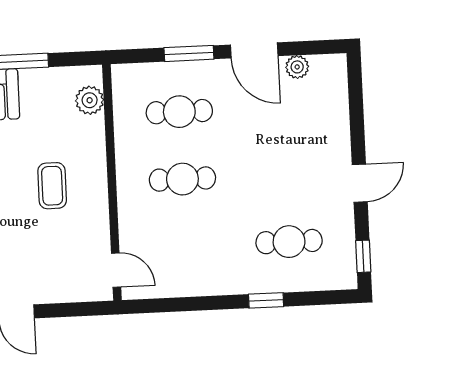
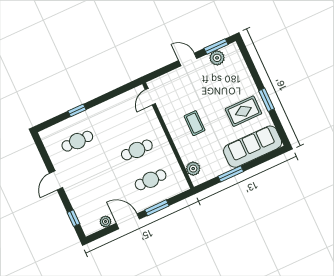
window: (363, 256) -> (73, 218), moved
door: (116, 270) -> (150, 97), hinge flipped

